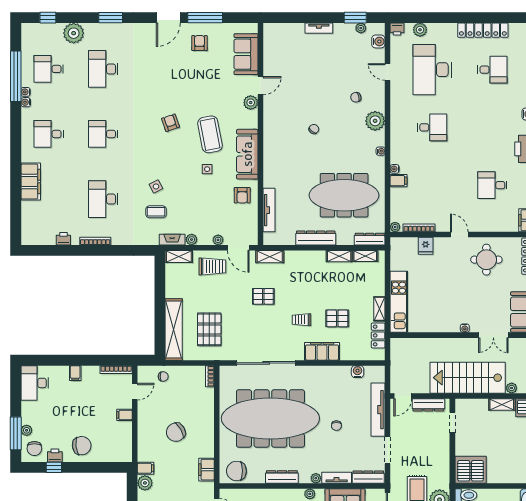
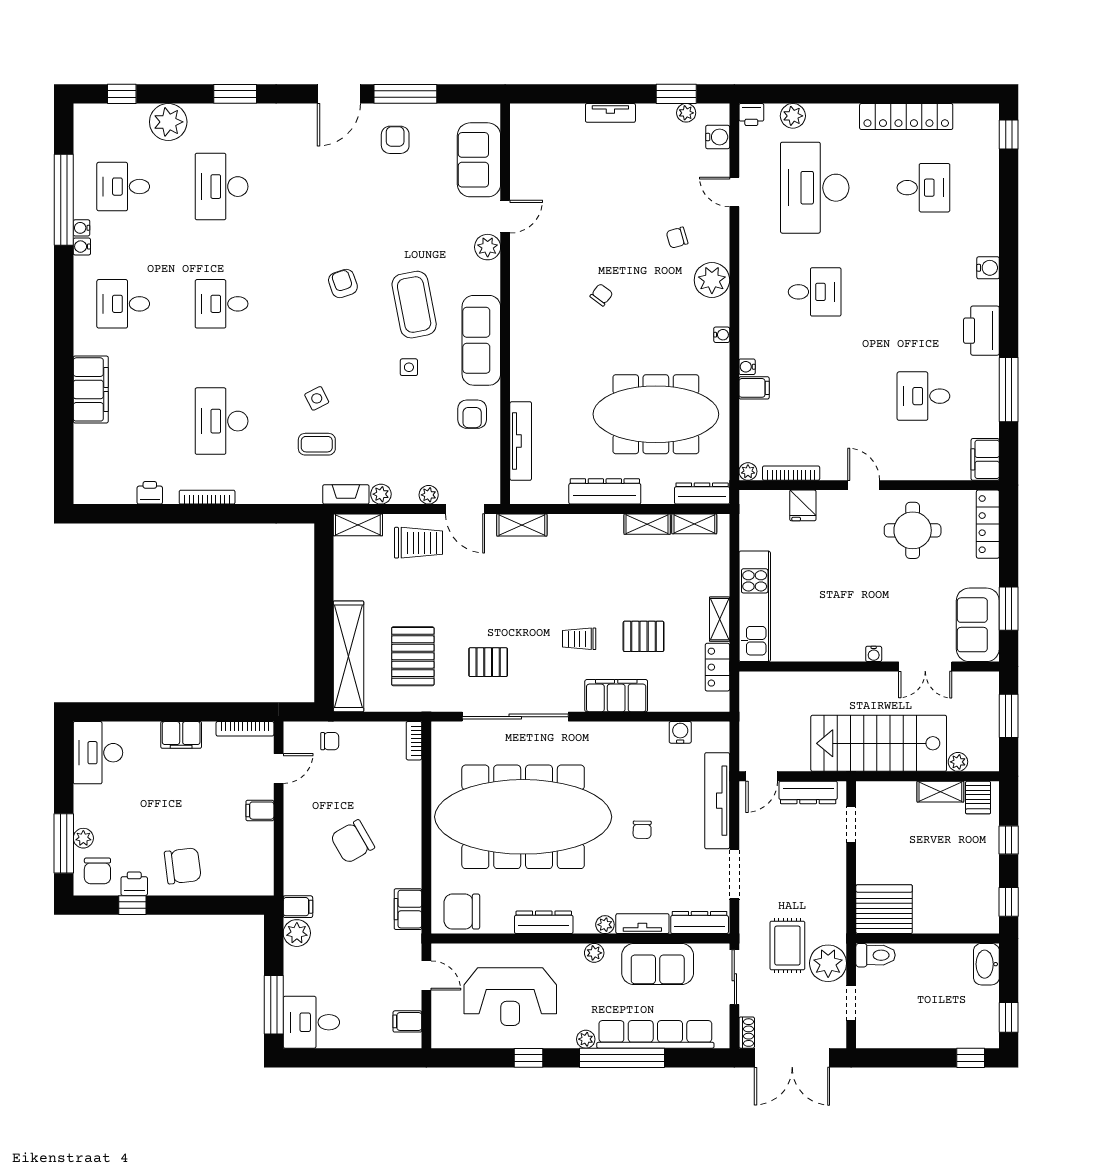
pallet: (263, 296) -> (488, 662), moved
filing cabinet: (75, 373) -> (181, 735), width x2.00

